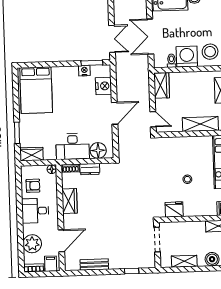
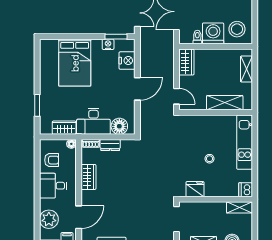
bed: (36, 90) -> (75, 63), moved
wardrobe: (32, 154) -> (64, 128), moved

